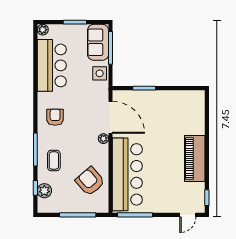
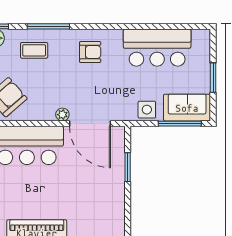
plant: (43, 30) -> (203, 36), removed
door: (110, 117) -> (90, 124), hinge flipped

